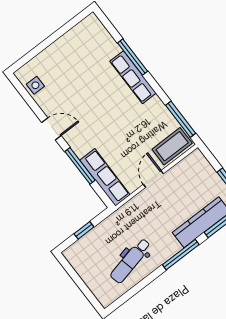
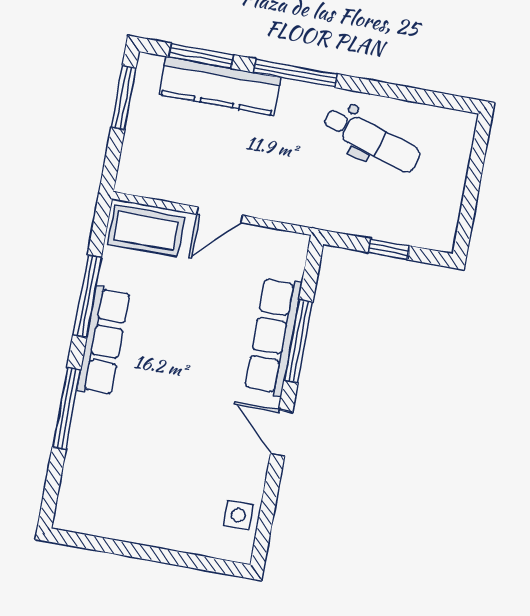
row of seats: (133, 77) -> (103, 341), moved
window: (181, 119) -> (87, 296), moved
row of seats: (105, 177) -> (273, 336), moved
dental chair: (131, 261) -> (372, 140), turned 30

